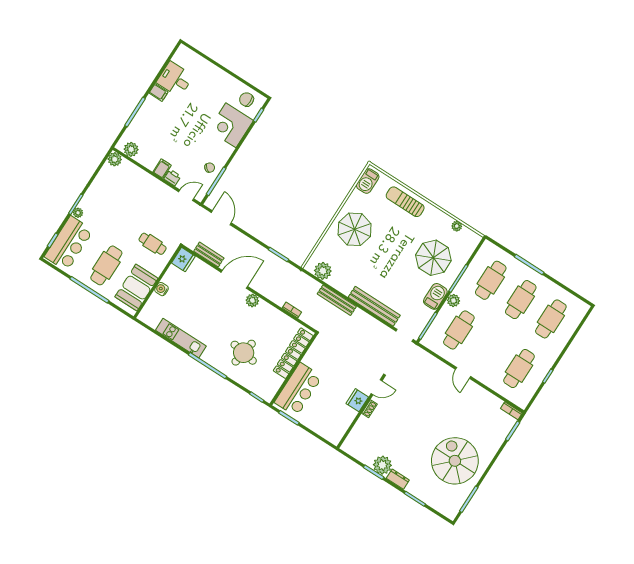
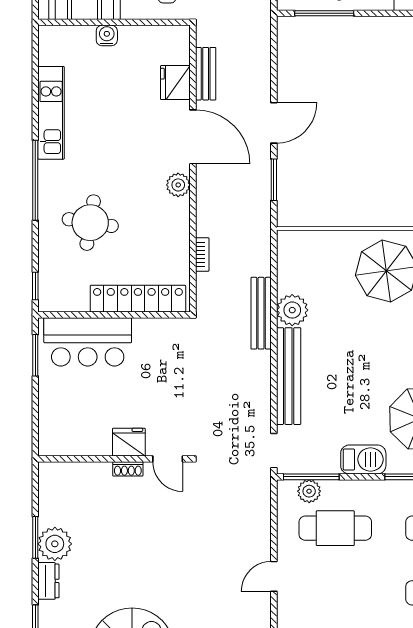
door: (221, 218) -> (274, 123), moved
fridge: (183, 260) -> (175, 83), moved, turned 90
plant: (323, 271) -> (292, 310), moved
plant: (453, 301) -> (309, 491), moved

